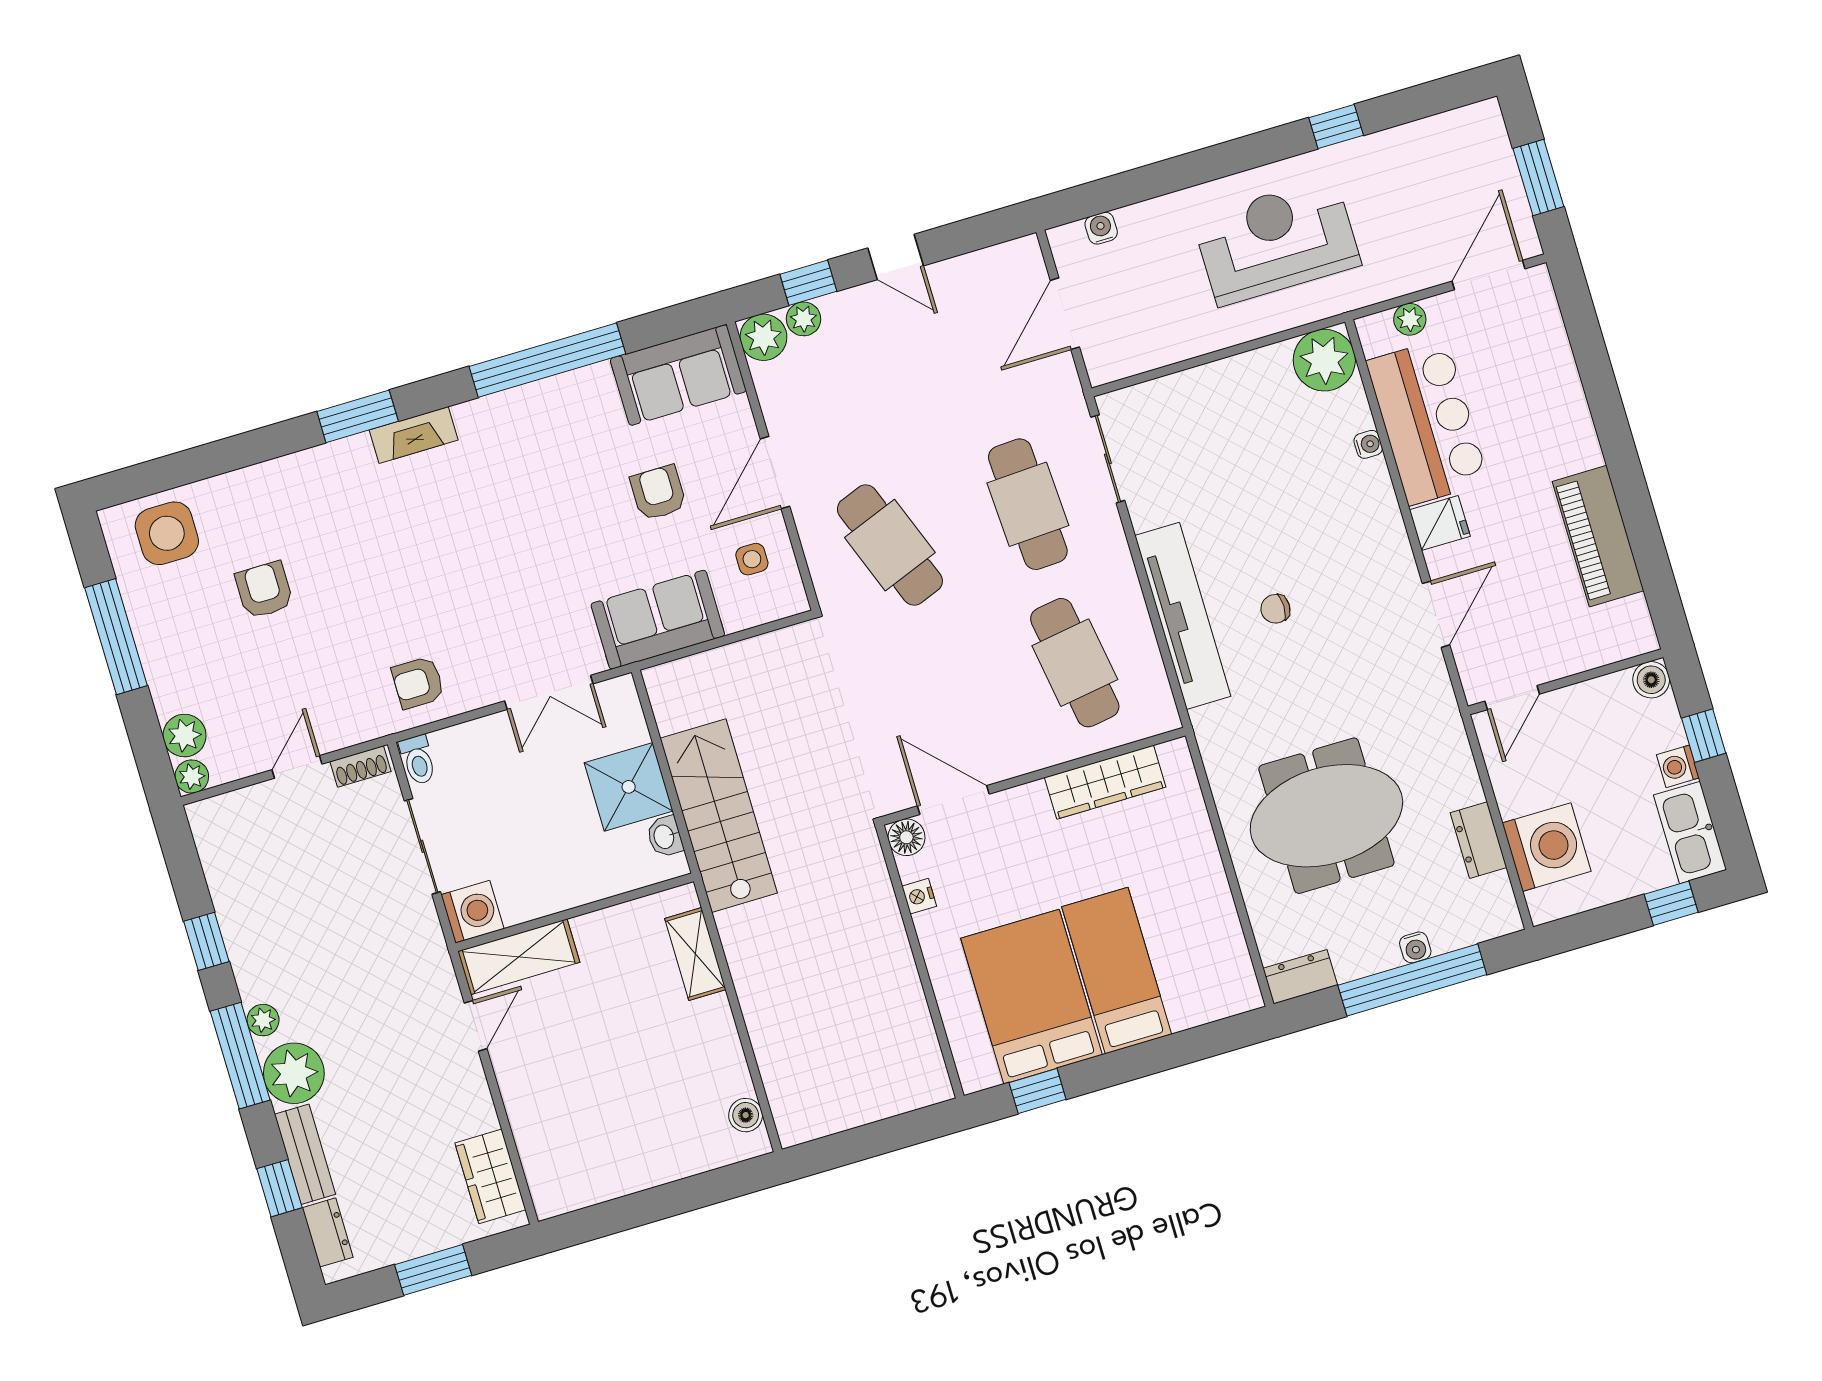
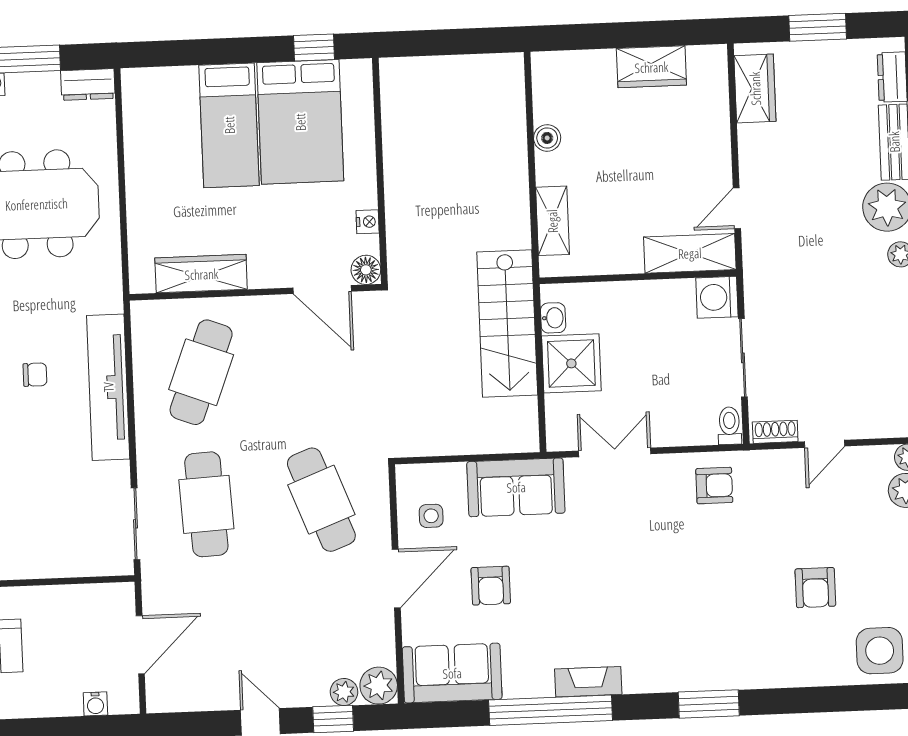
fireplace: (414, 435) -> (588, 682), moved
cafe table: (1075, 663) -> (201, 372), turned 30
boiler: (746, 1115) -> (547, 138), moved
wardrobe: (623, 1171) -> (651, 67), added

